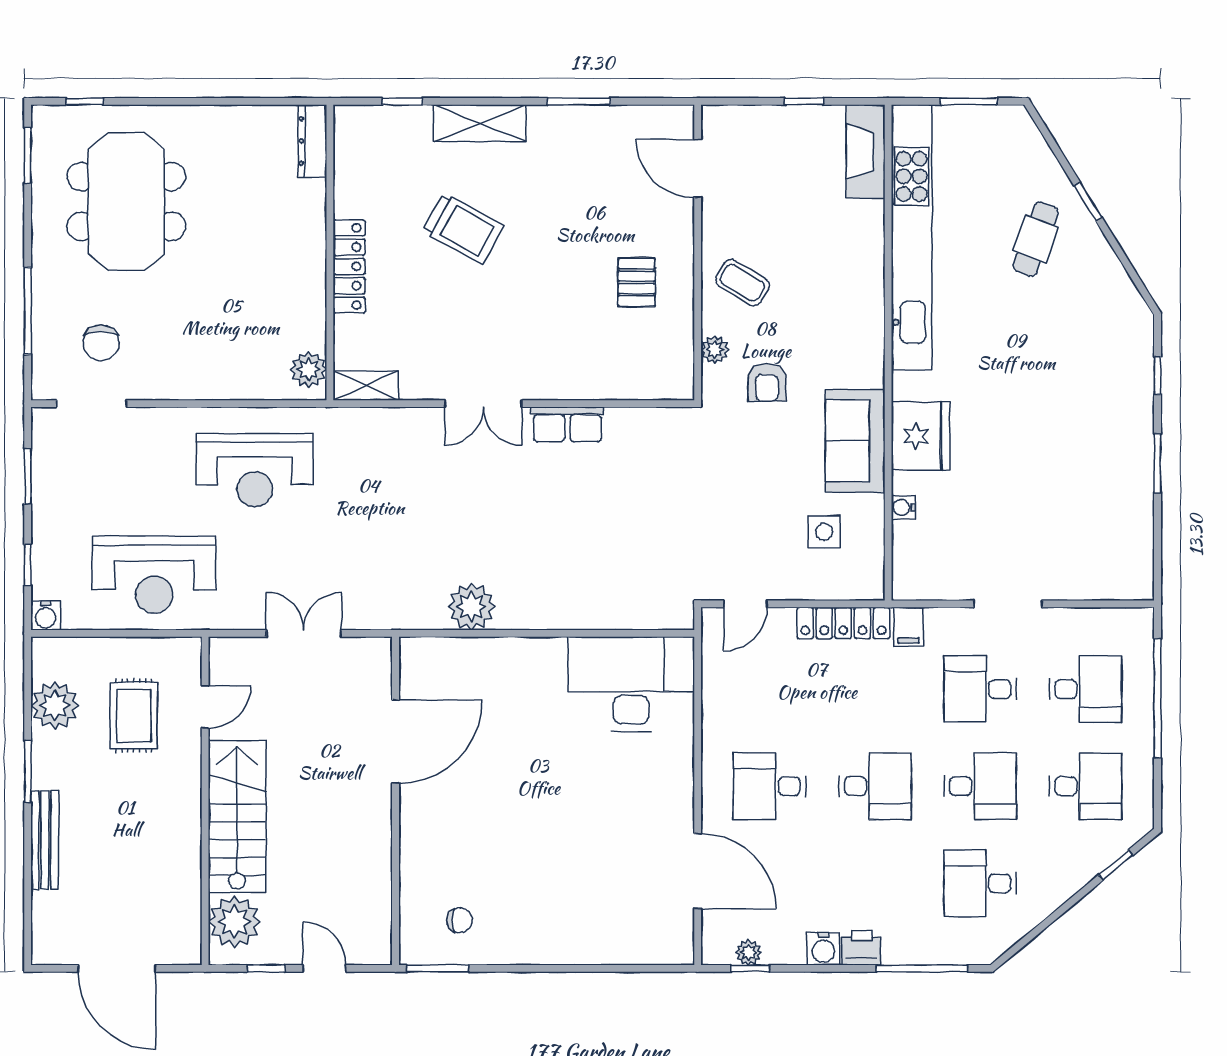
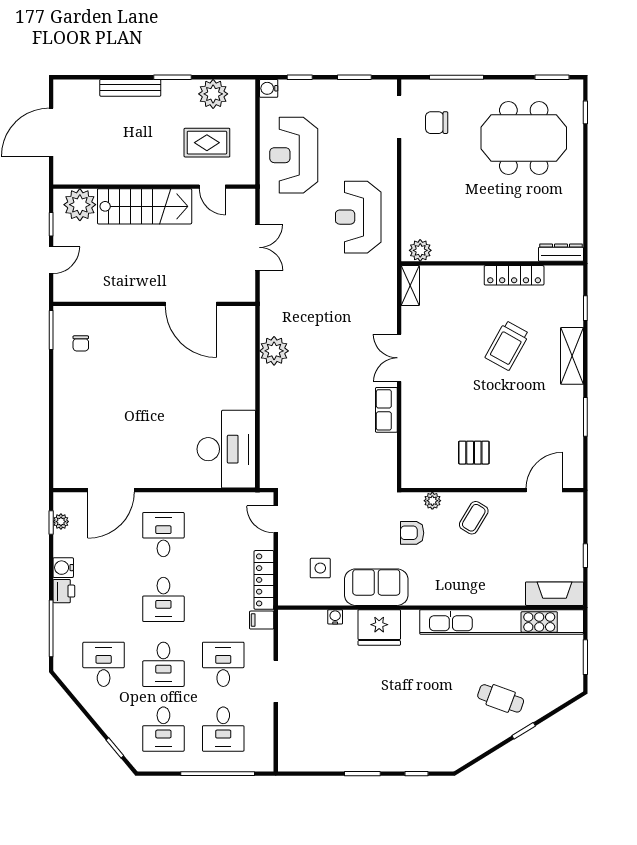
locker: (349, 266) -> (514, 275), moved

